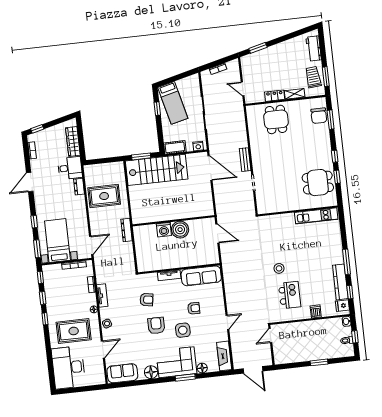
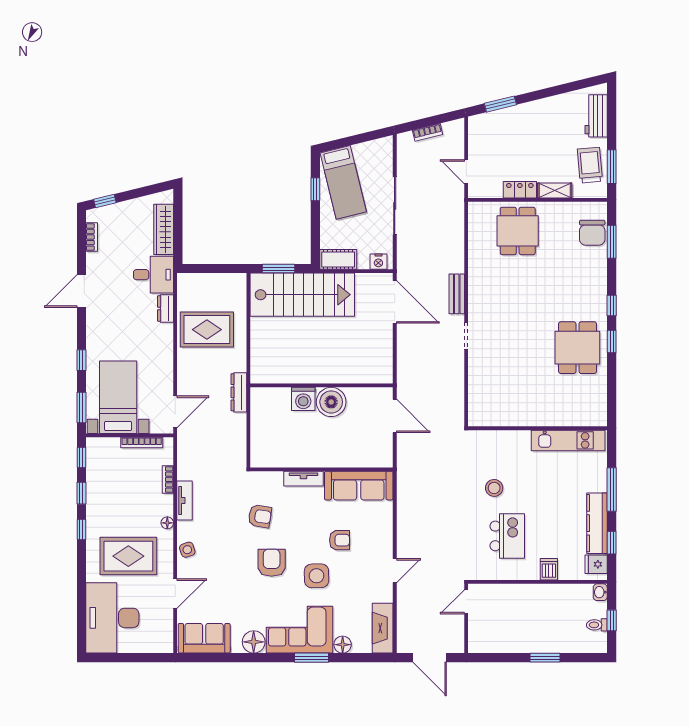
dining table: (318, 183) -> (577, 348), turned 90
wall: (298, 211) -> (538, 428), moved
kitchen unit: (316, 216) -> (568, 440), moved

